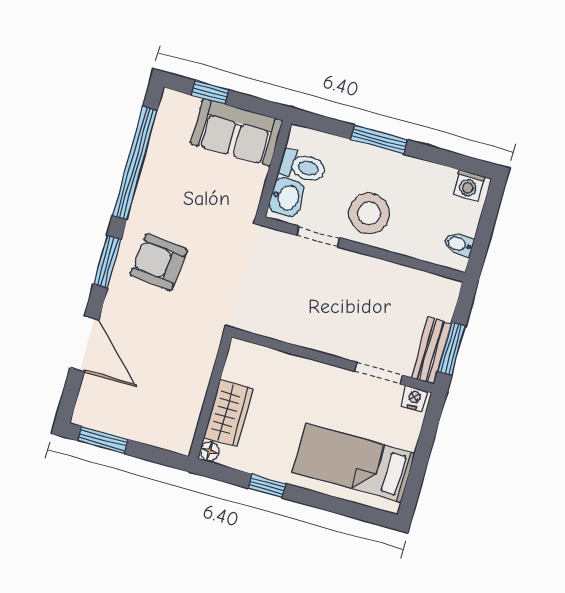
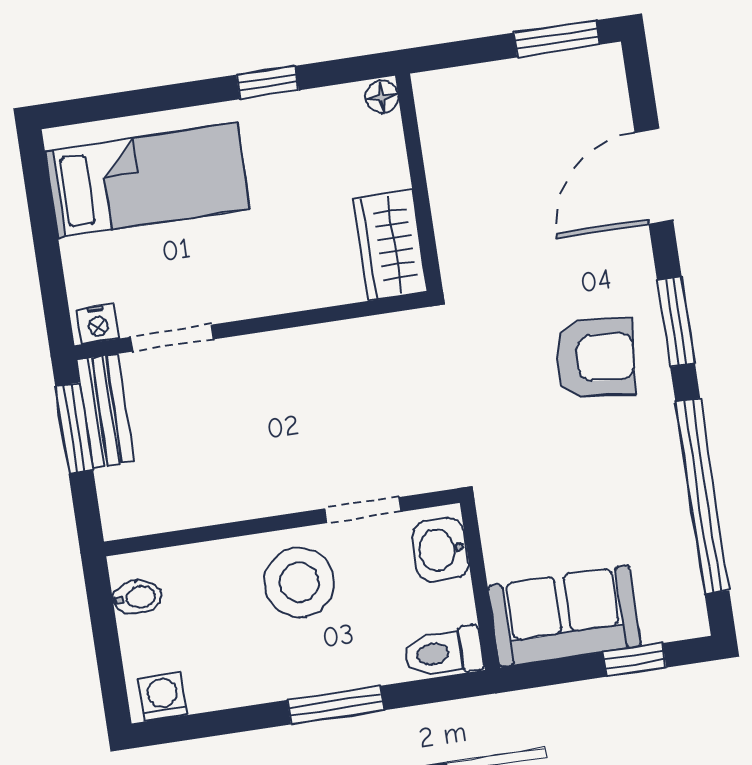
toilet: (302, 166) -> (443, 653), moved
door: (84, 344) -> (654, 176), hinge flipped
wardrobe: (229, 413) -> (390, 245), moved

